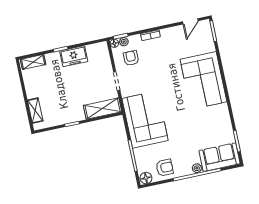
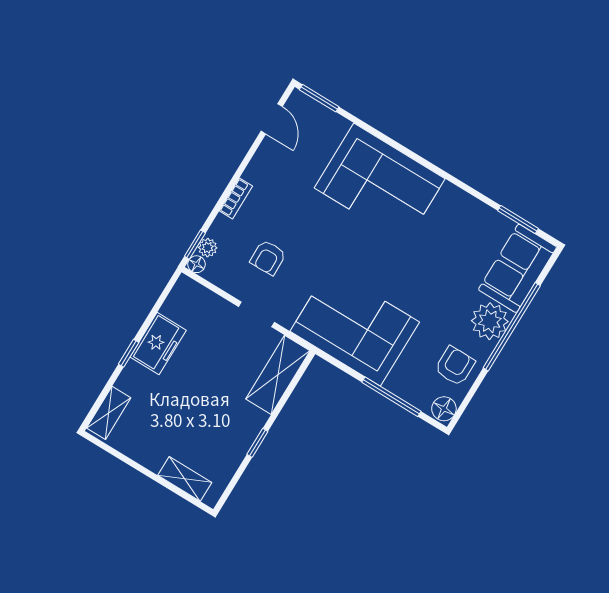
armchair: (131, 58) -> (268, 258), moved, turned -91
plant: (197, 168) -> (490, 321), width x1.88, depth x1.88

